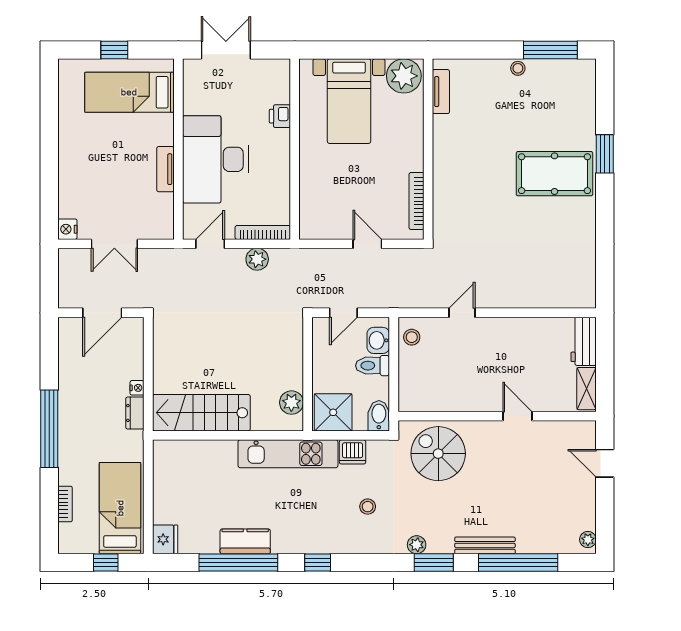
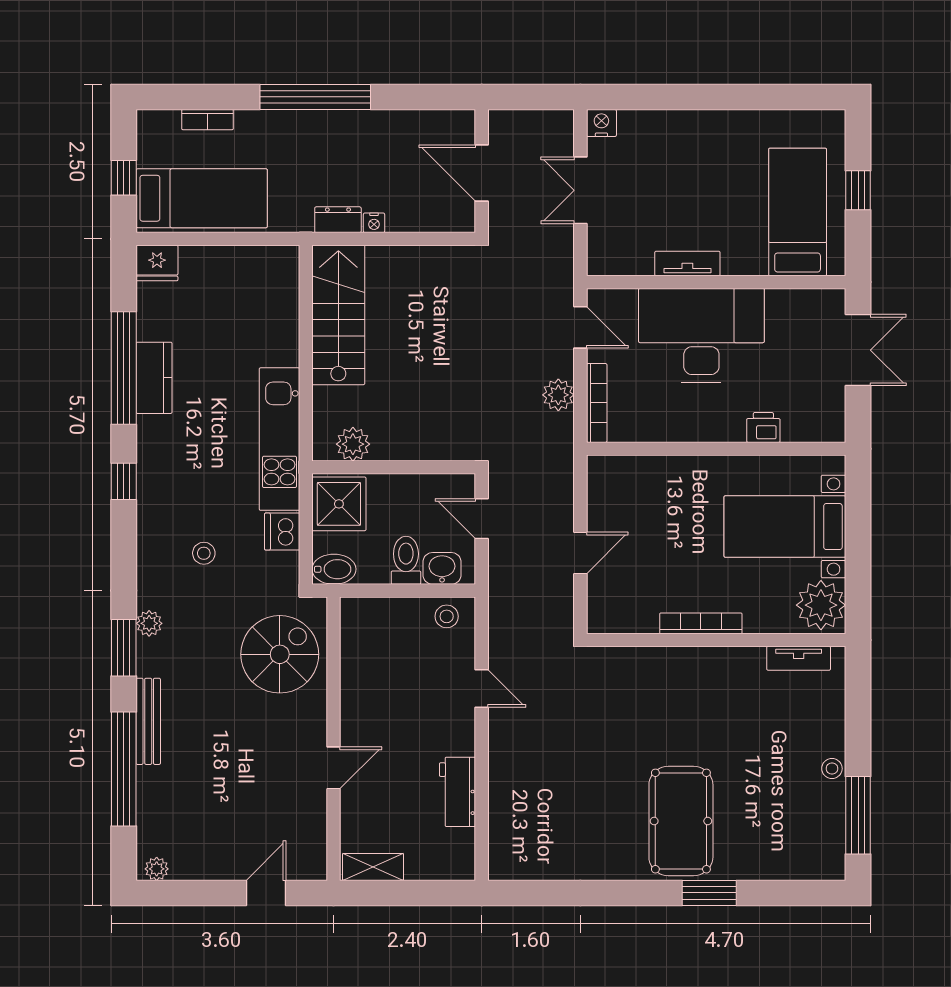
bookcase: (417, 201) -> (701, 623), moved
workbench: (584, 341) -> (458, 792), moved, turned -90

